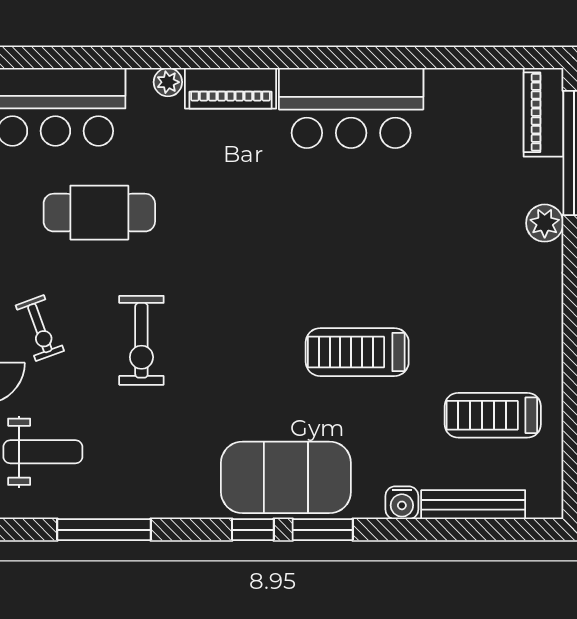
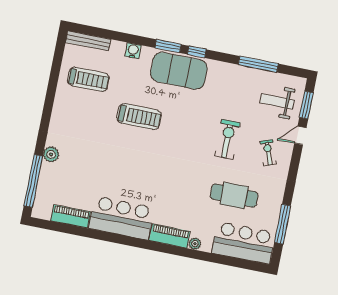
piano: (543, 112) -> (71, 216), moved, turned -90
bench: (473, 505) -> (88, 41), moved

